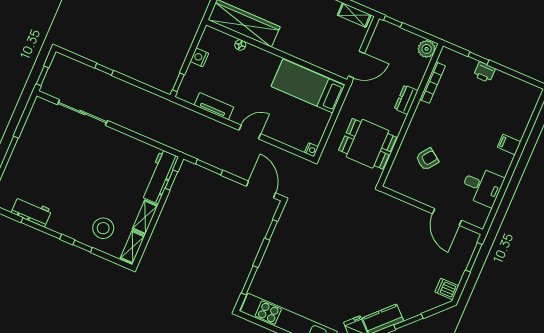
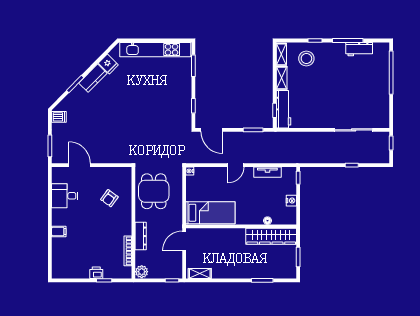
dresser: (406, 100) -> (141, 236), width x1.44
dining table: (368, 144) -> (154, 191), turned 90

